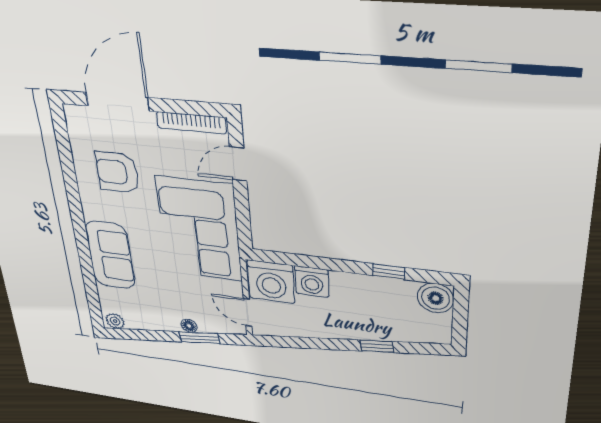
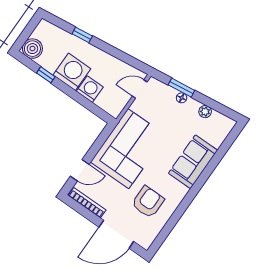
armchair: (117, 172) -> (148, 202), turned -90
washing machine: (271, 282) -> (72, 72), moved
door: (248, 313) -> (140, 89), swing flipped
plant: (115, 321) -> (205, 112), moved

